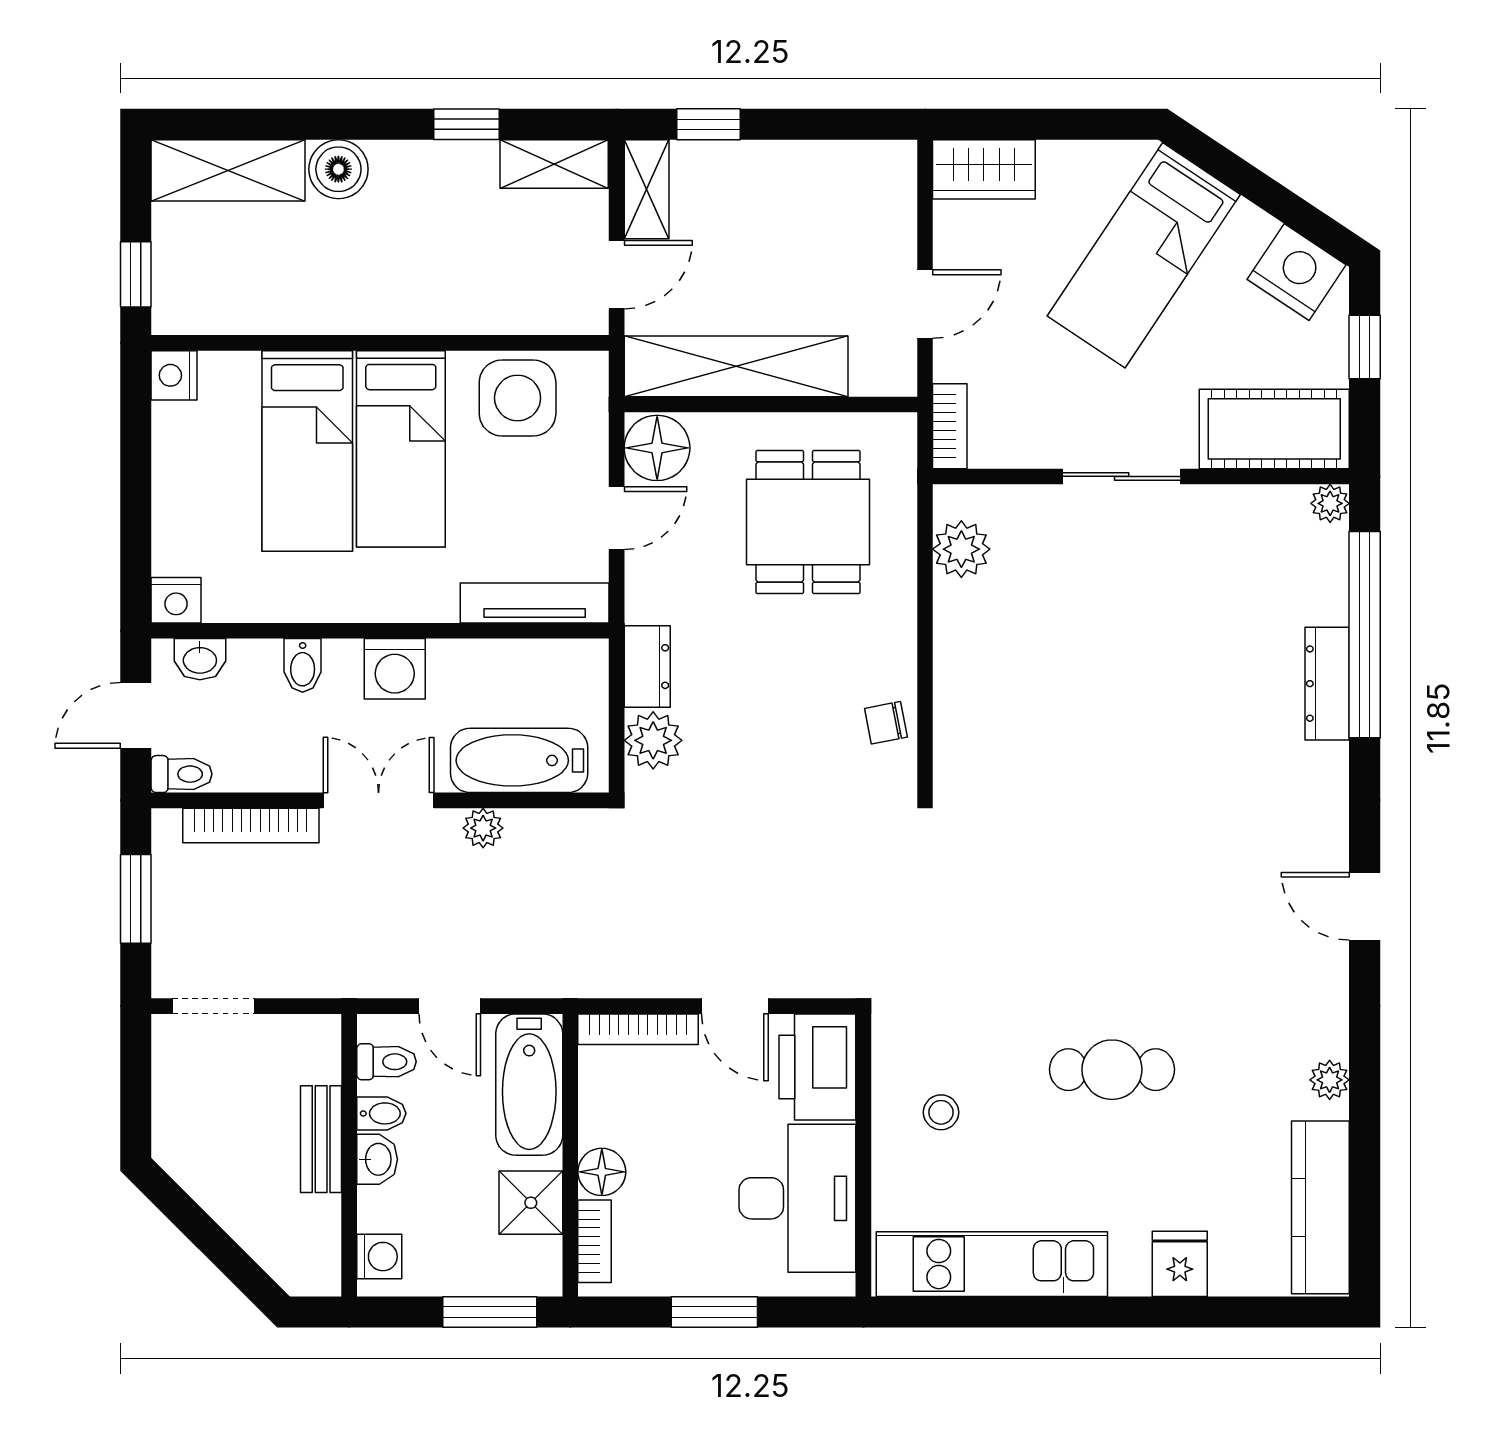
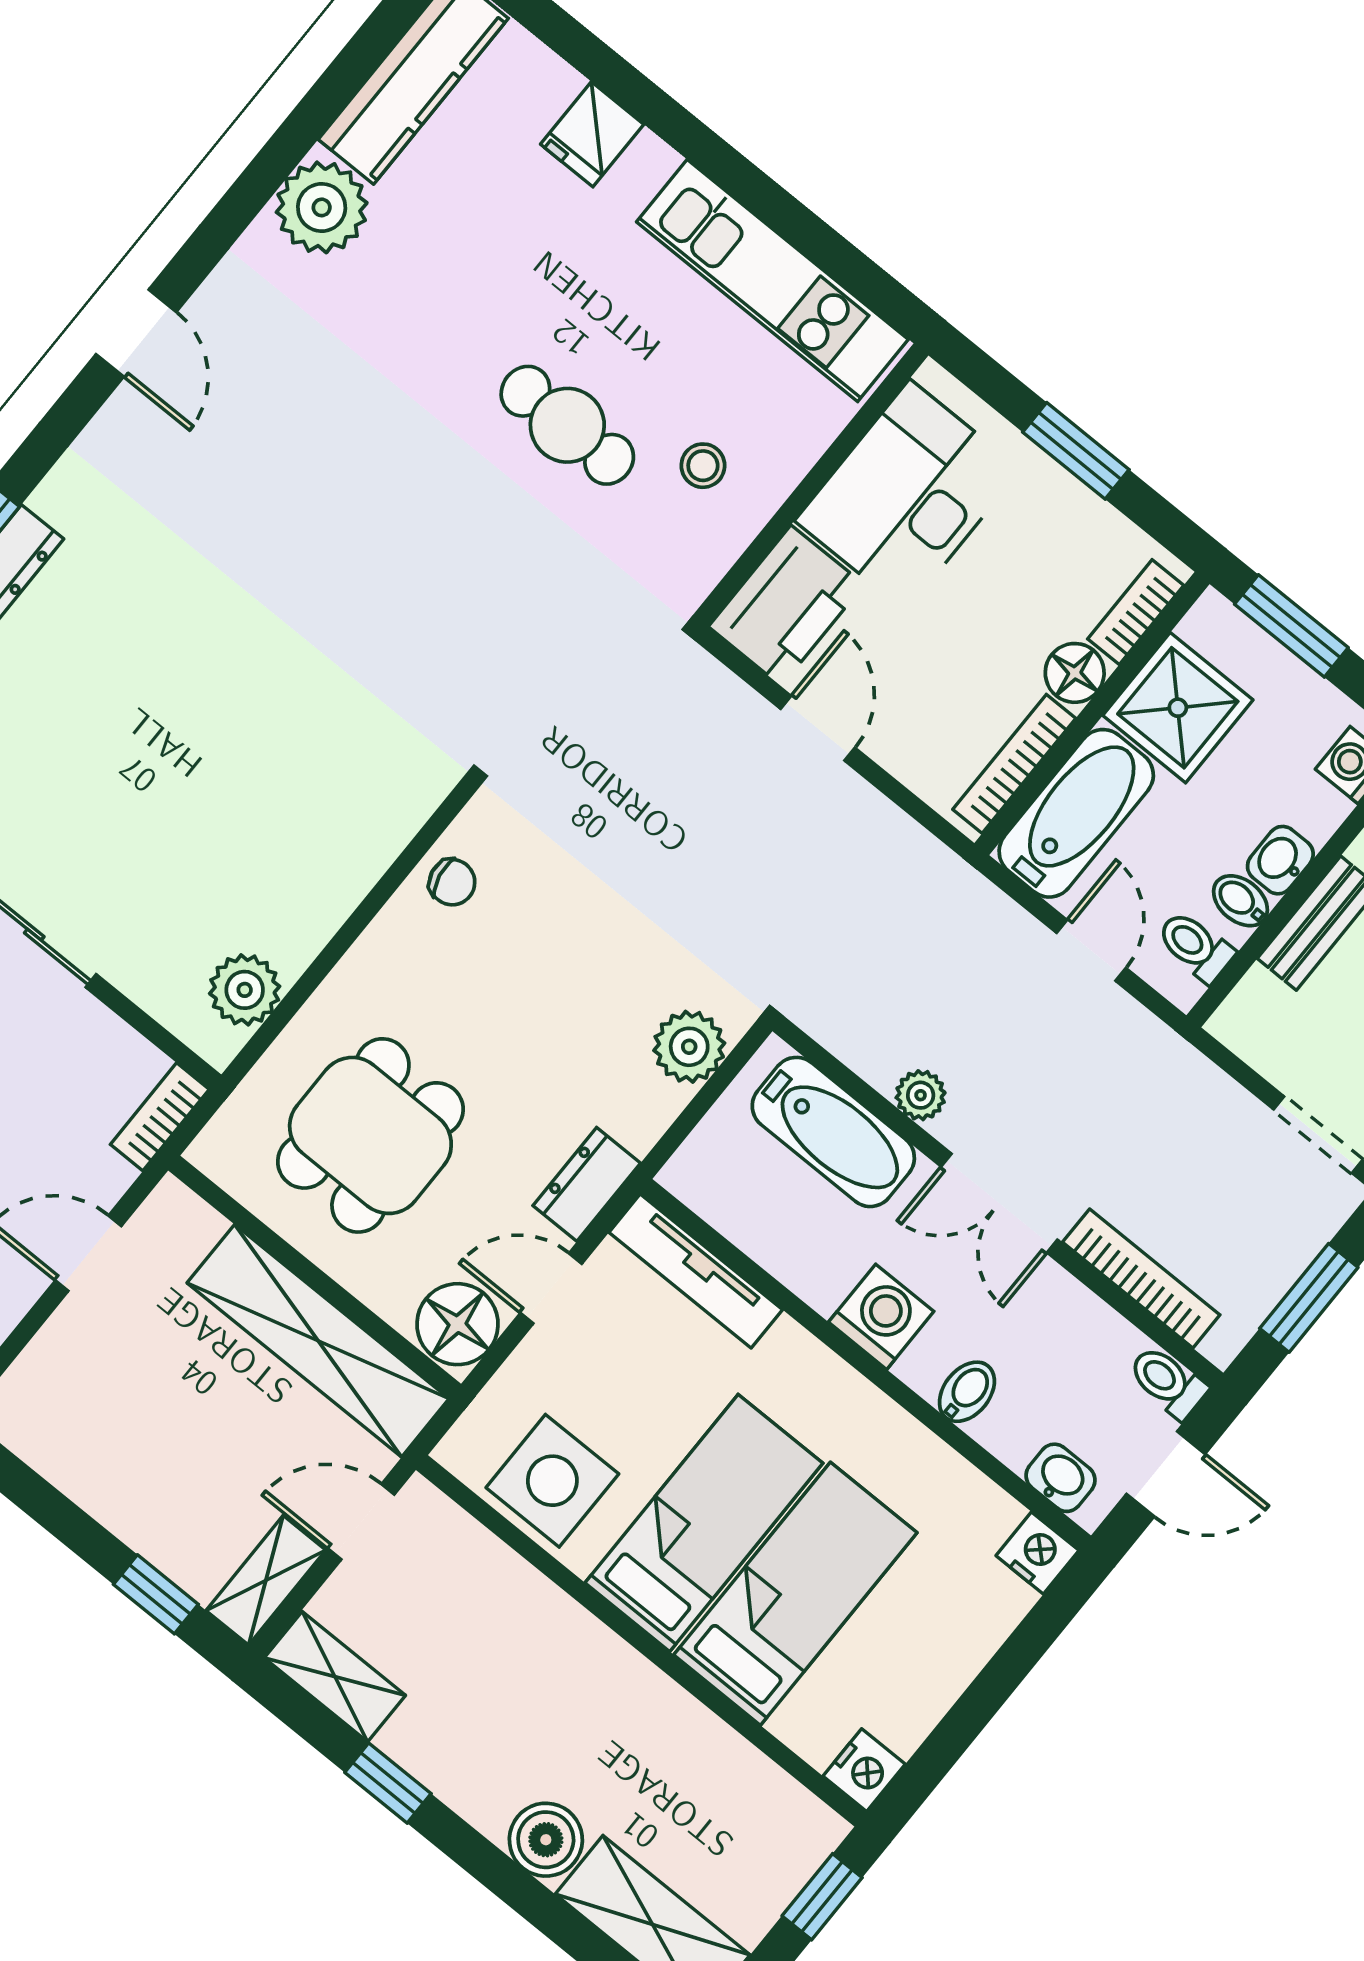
dresser: (647, 667) -> (587, 1184), moved
bookcase: (638, 1029) -> (1014, 764), moved, turned -90
cafe table: (1112, 1070) -> (567, 425), moved
plant: (1330, 1080) -> (322, 207), width x1.88, depth x1.88
shower: (531, 1203) -> (1178, 708), width x1.36, depth x1.36

